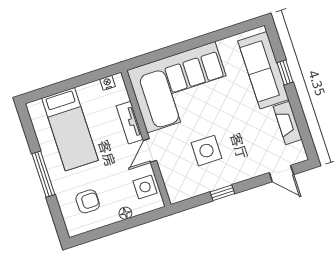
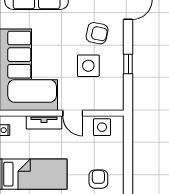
armchair: (245, 148) -> (97, 33), added
floor lamp: (125, 213) -> (119, 151), removed

